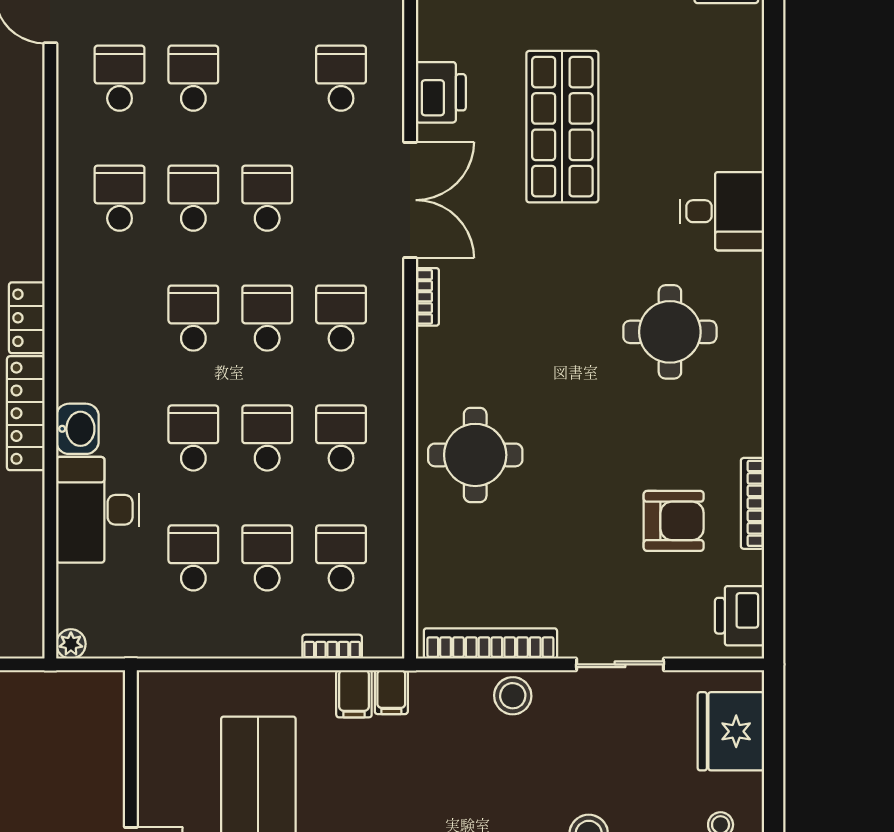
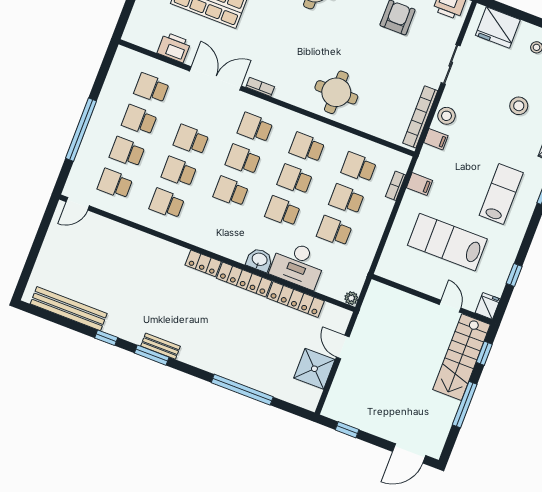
school desk: (267, 78) -> (139, 120), added
locker: (25, 532) -> (296, 299), added
filing cabinet: (391, 692) -> (436, 139), moved

